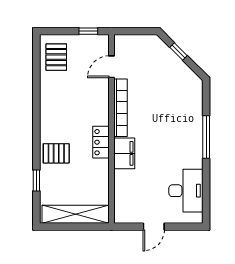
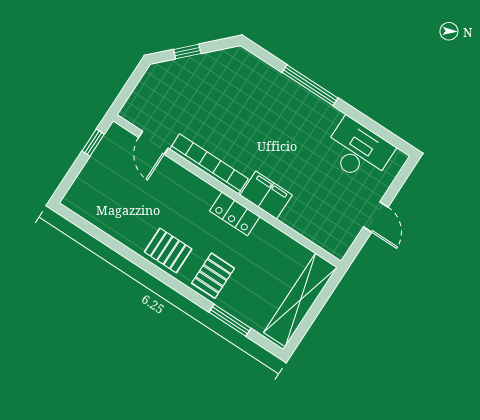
pallet: (56, 57) -> (168, 250), moved
window: (36, 181) -> (230, 320), width x1.50

